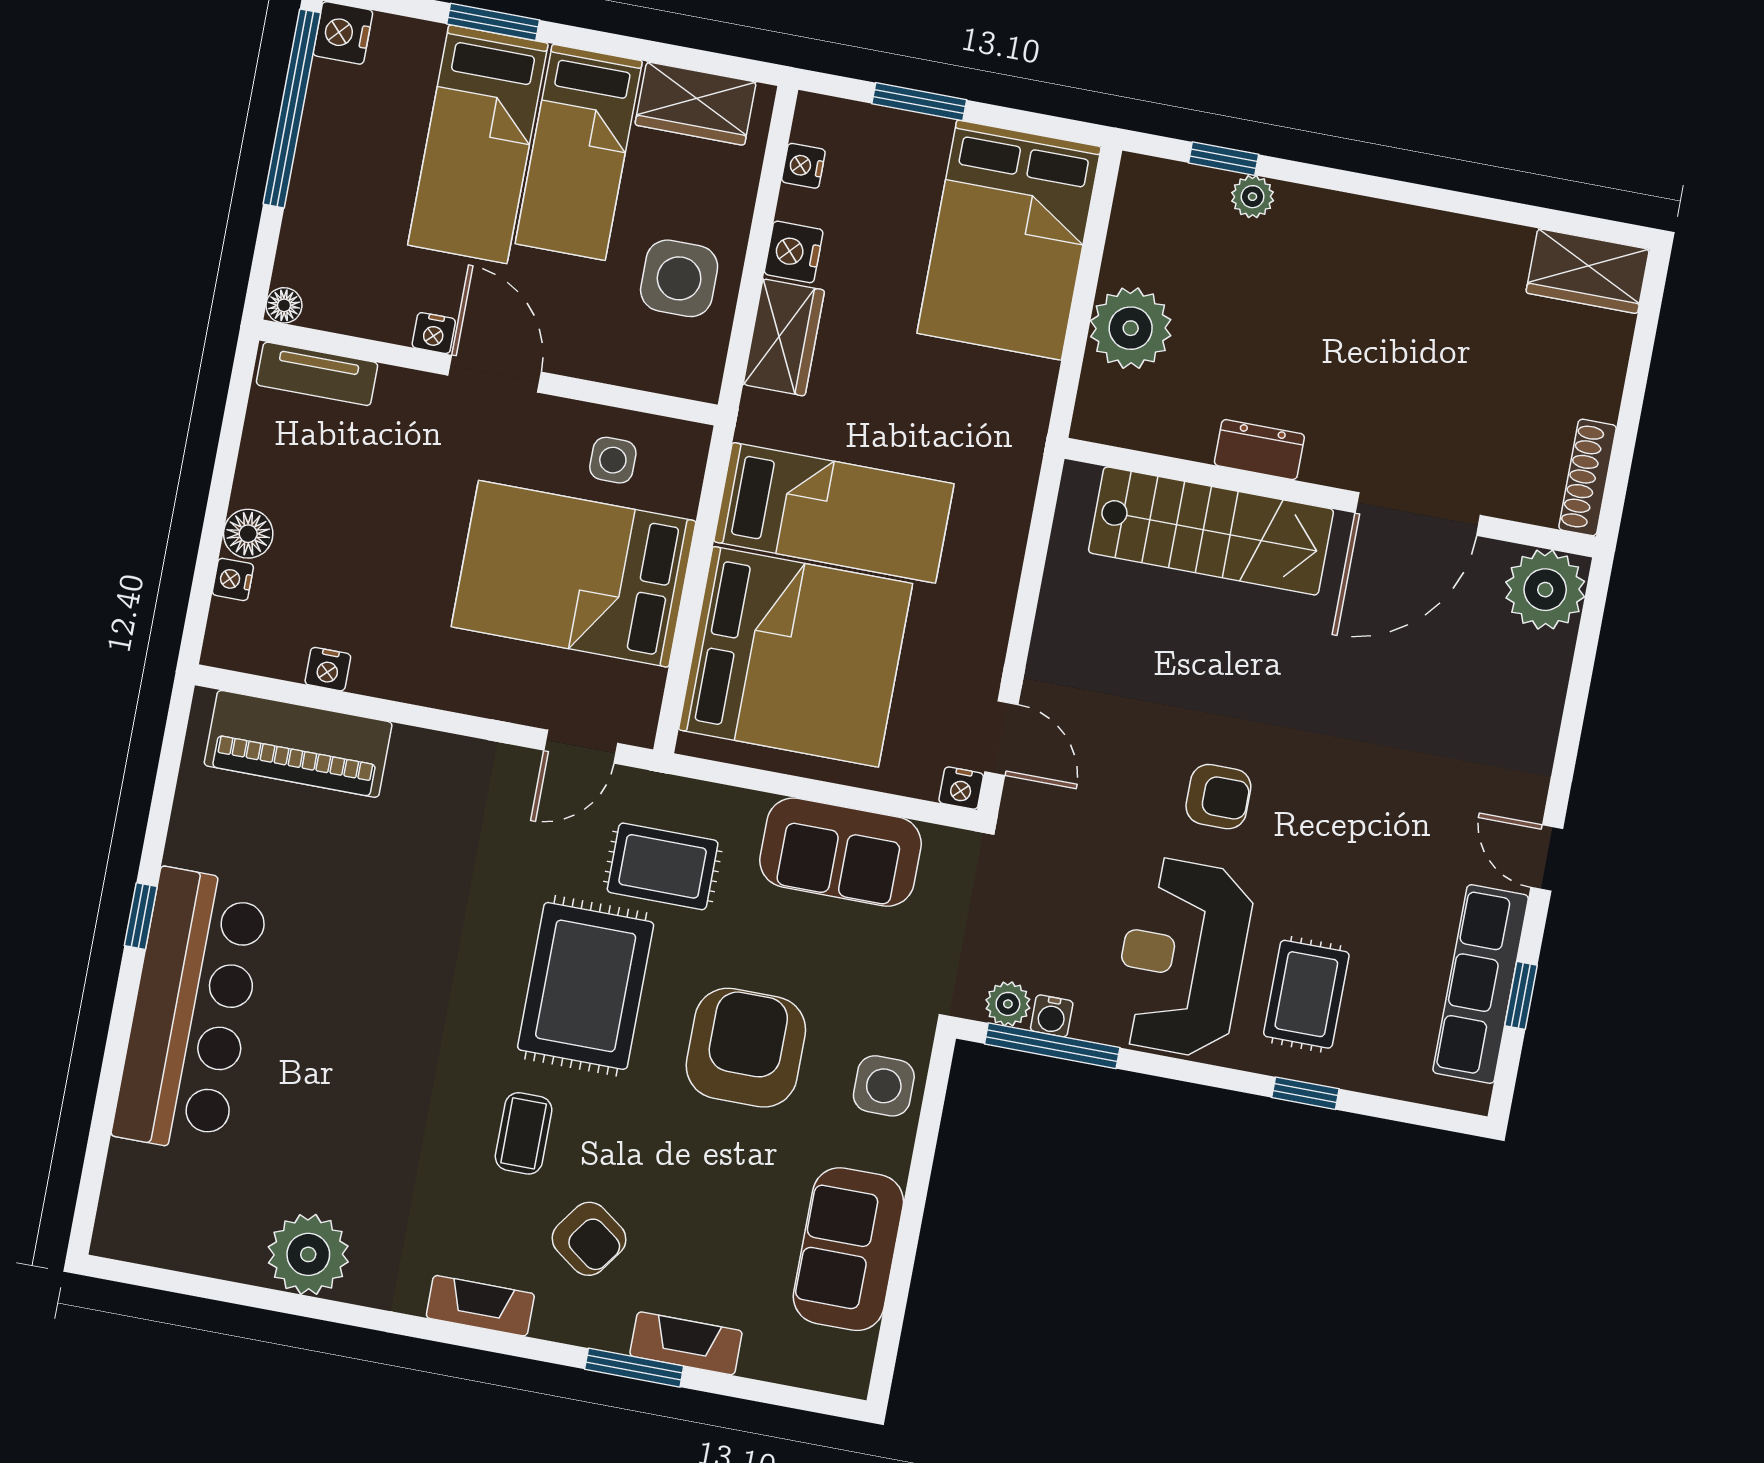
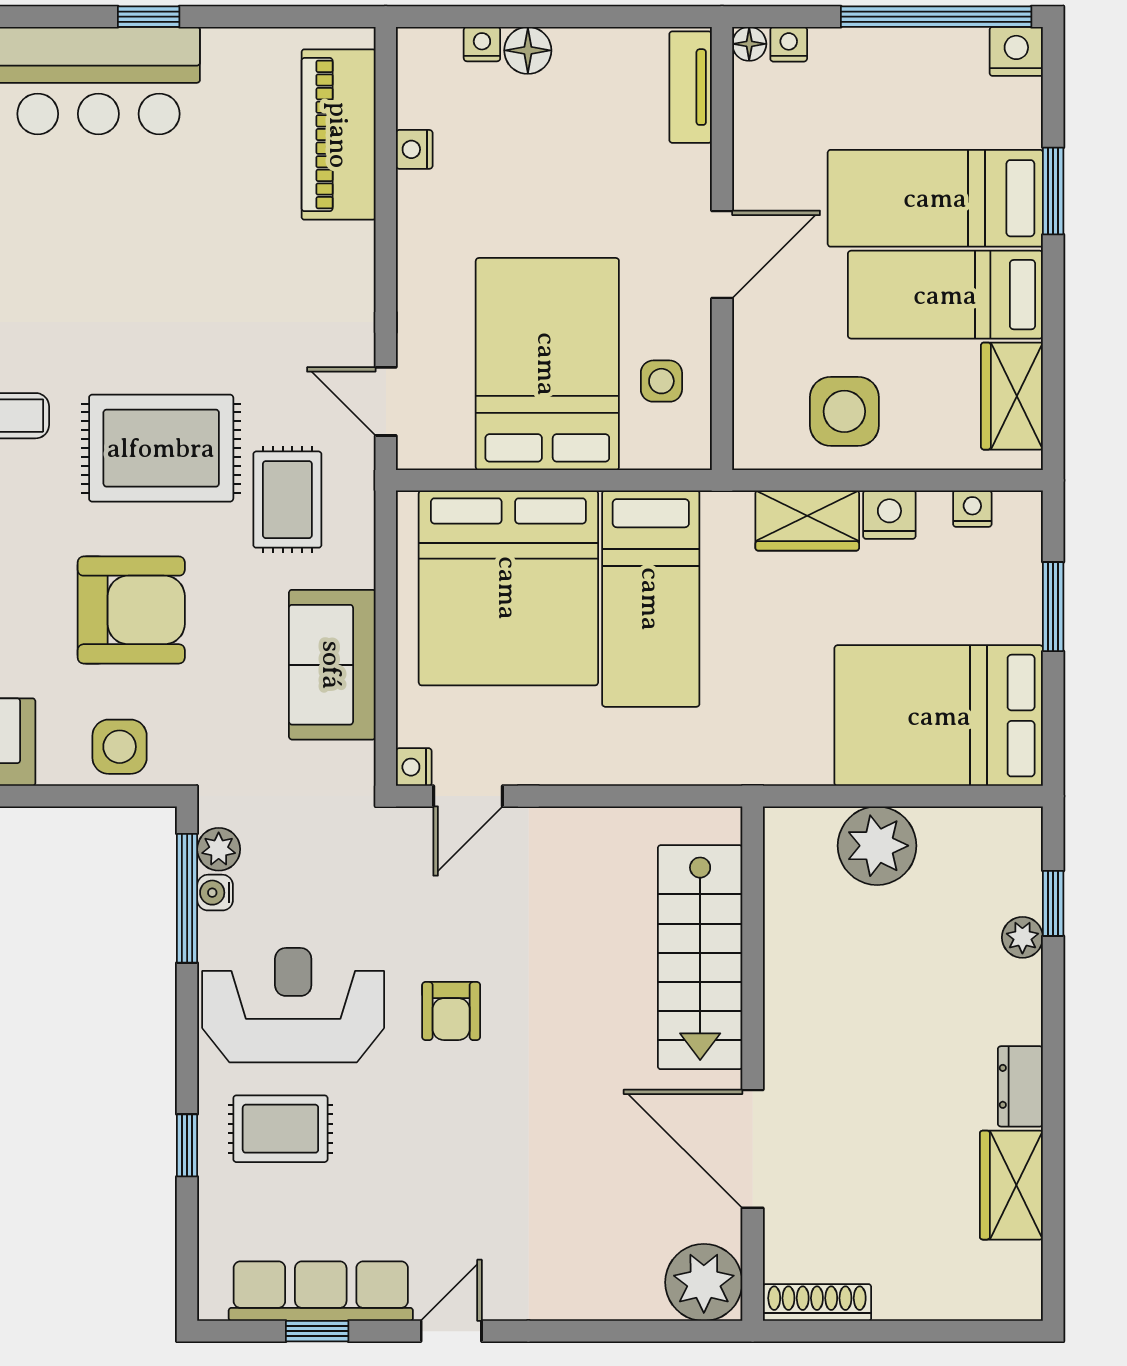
wardrobe: (1588, 271) -> (1011, 1185), moved
nightstand: (434, 333) -> (789, 44), moved, turned 90
dresser: (1259, 450) -> (1020, 1086), moved, turned 180

